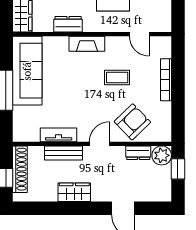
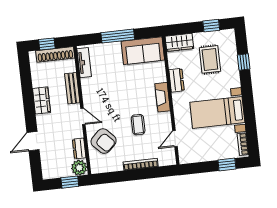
sofa: (27, 71) -> (143, 51), width x0.73
tv unit: (59, 135) -> (84, 63), moved

